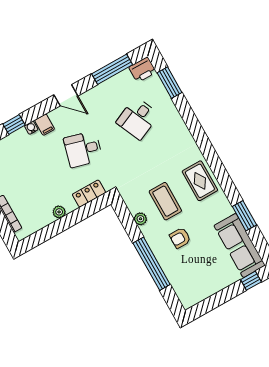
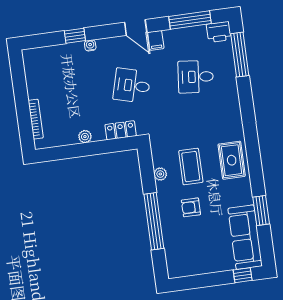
window: (170, 83) -> (240, 55), width x1.44
desk: (138, 118) -> (196, 77), turned 30
filing cabinet: (45, 125) -> (156, 40), moved

